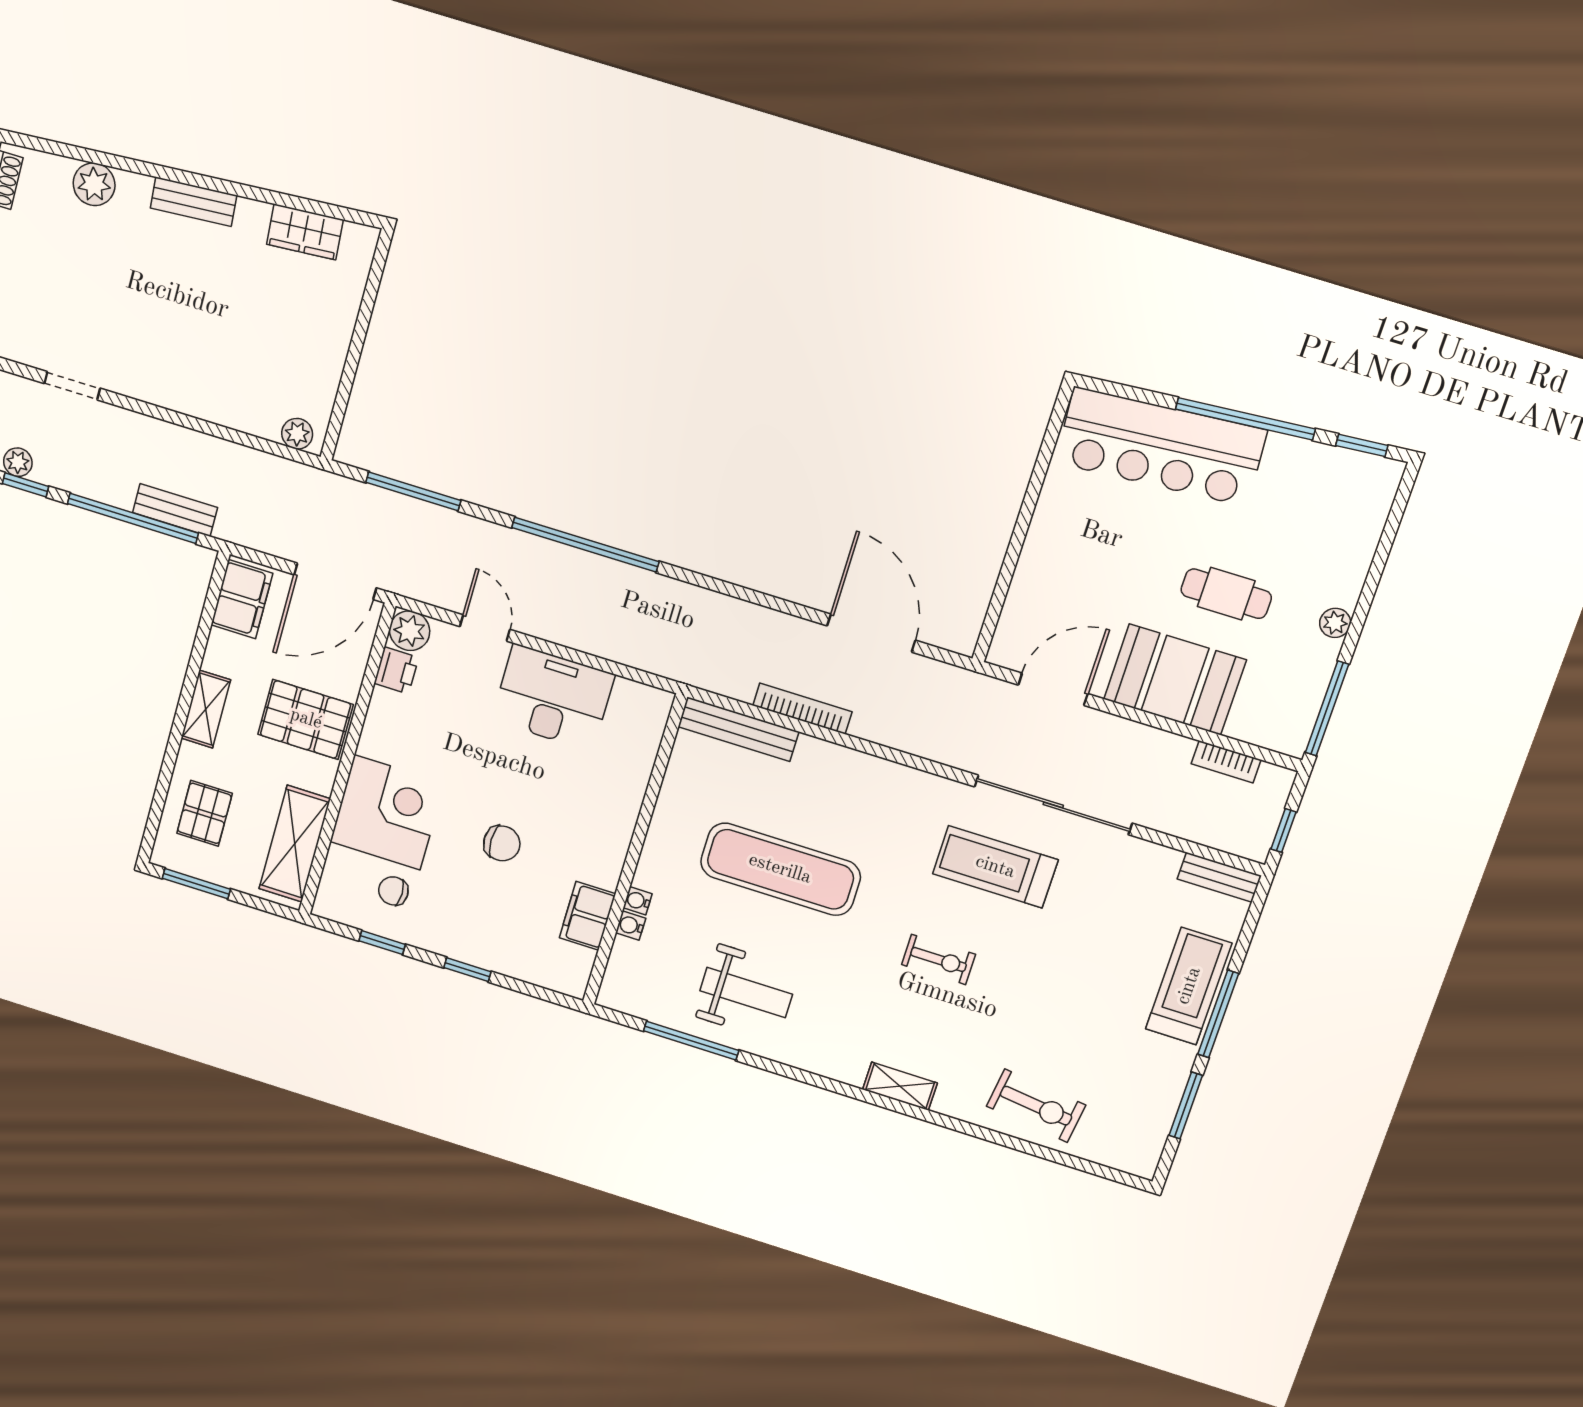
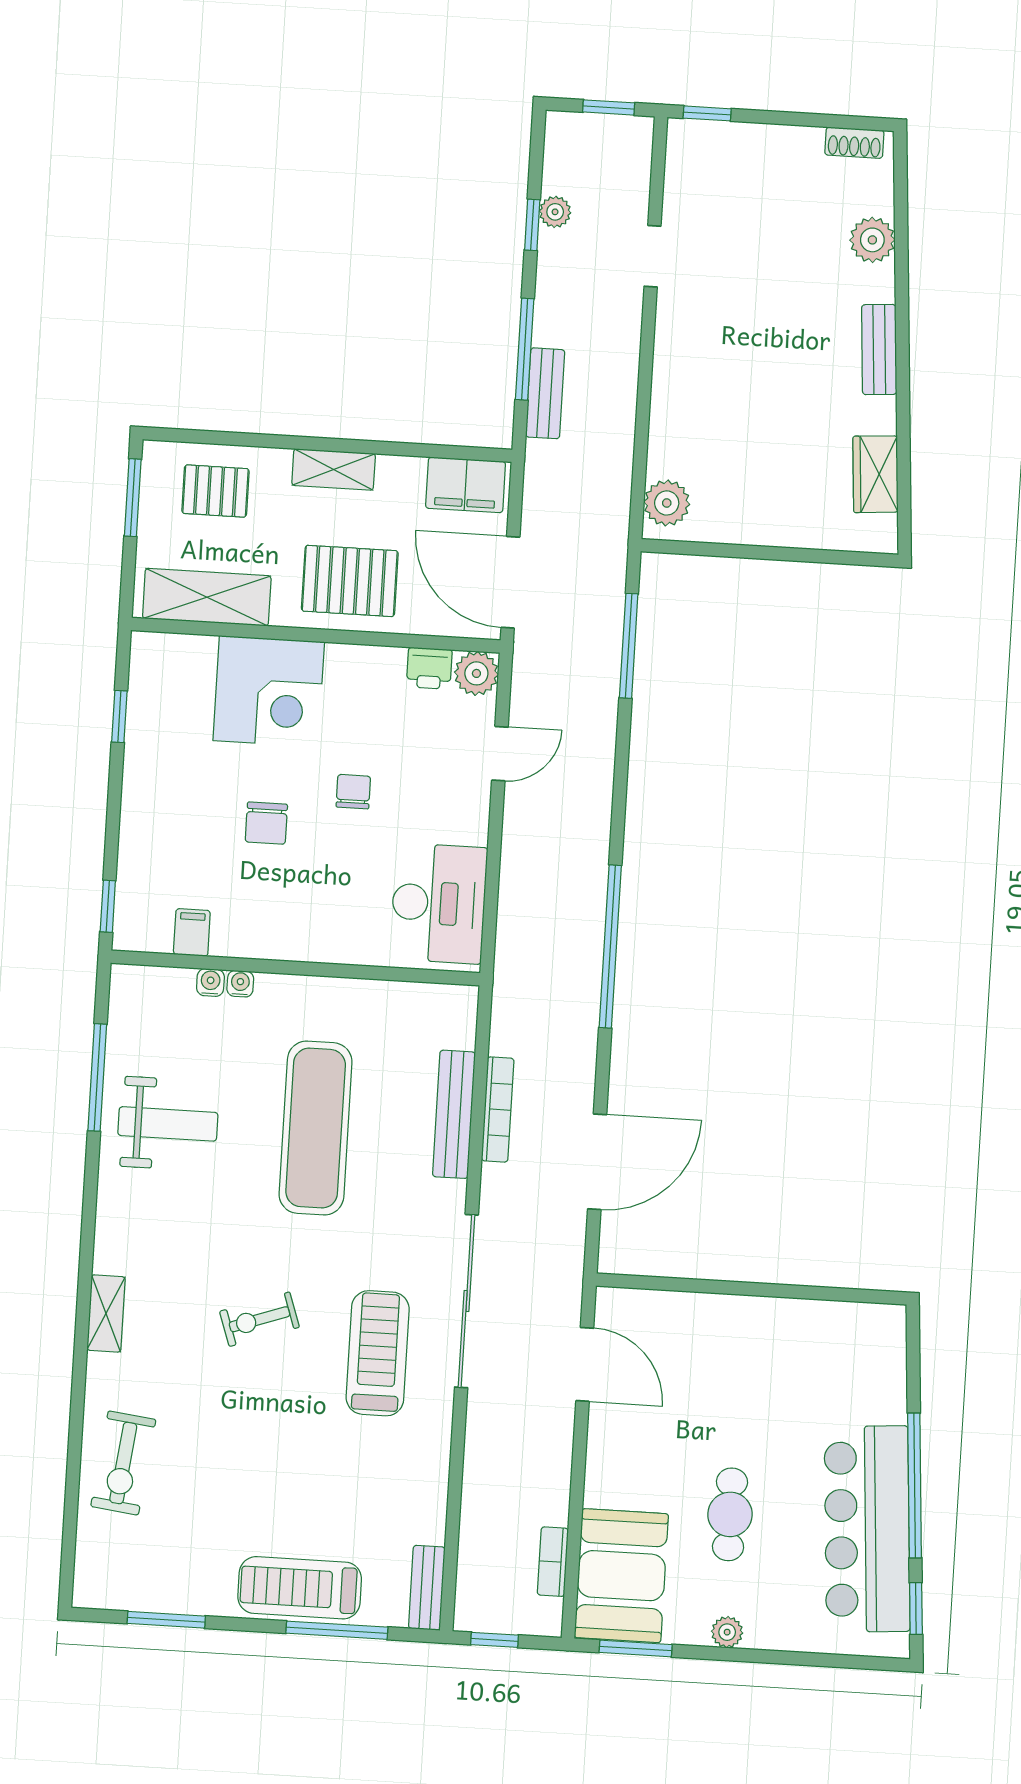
plant: (297, 434) -> (667, 503), width x1.38, depth x1.38
bar counter: (1161, 447) -> (867, 1529), moved
window: (133, 518) -> (525, 349), width x0.68
window: (585, 545) -> (610, 946), moved
booth: (1175, 680) -> (621, 1576), moved
desk: (553, 697) -> (439, 903), moved
window: (1327, 708) -> (636, 1648), width x0.69
pallet: (306, 719) -> (350, 581), turned 90
bench: (738, 729) -> (454, 1114), moved
sliding door: (1053, 805) -> (466, 1301), moved
chair: (393, 891) -> (353, 792), moved
filing cabinet: (587, 916) -> (192, 932), width x0.50
exercise bike: (939, 959) -> (259, 1319), turned 71
window: (467, 970) -> (108, 906), moved
treadmill: (1189, 986) -> (300, 1588), turned 180
weight bench: (746, 993) -> (168, 1124), turned -90
window: (1218, 1014) -> (337, 1630), moved

